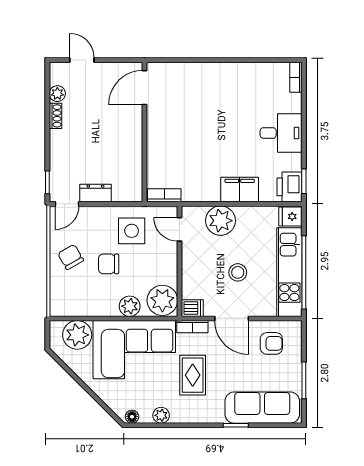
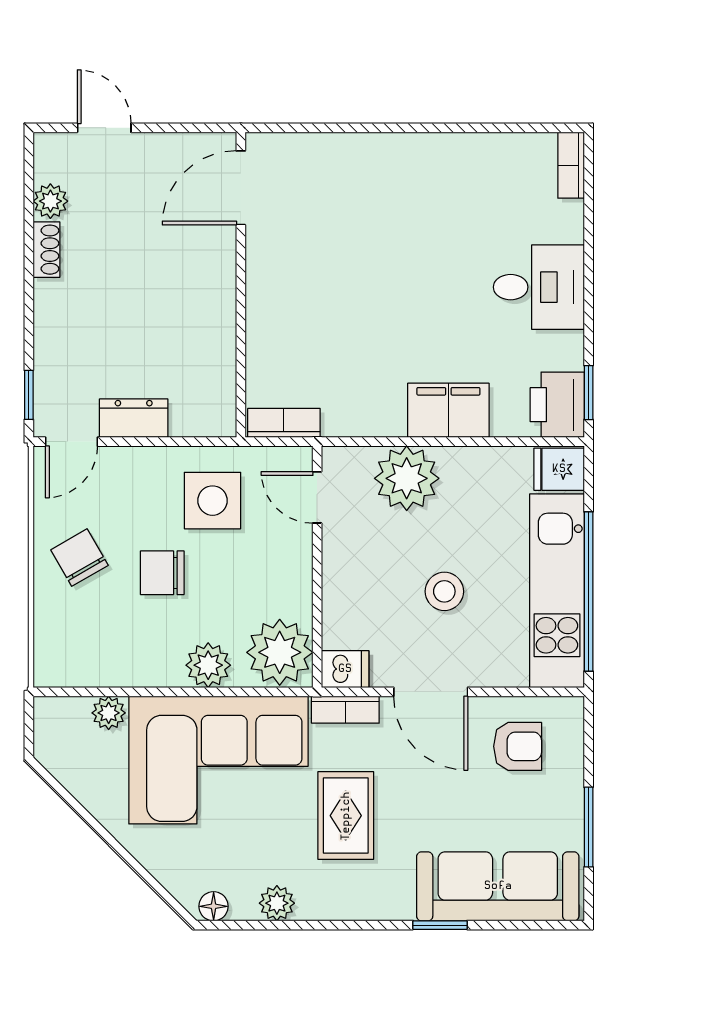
plant: (77, 335) -> (109, 713), width x0.53, depth x0.53

